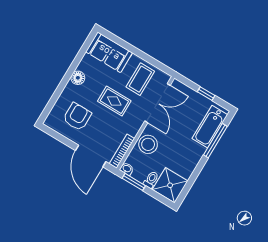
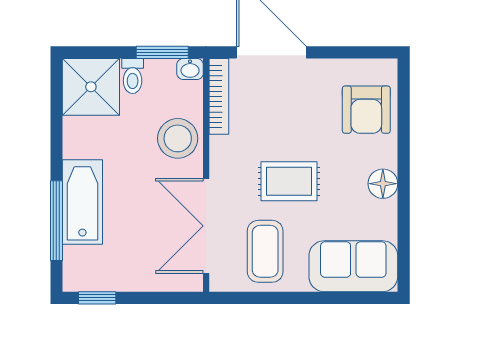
window: (206, 94) -> (97, 298), moved
armchair: (77, 117) -> (366, 110), moved
bathtub: (210, 127) -> (82, 202), moved

